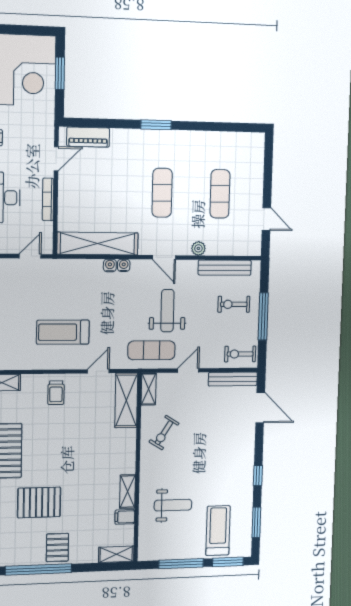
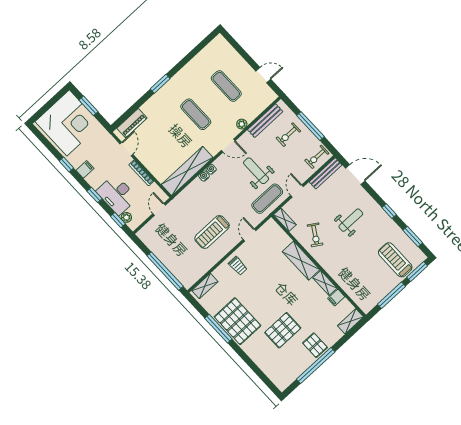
shelving: (126, 400) -> (301, 261), moved
weight bench: (173, 505) -> (351, 220), moved

